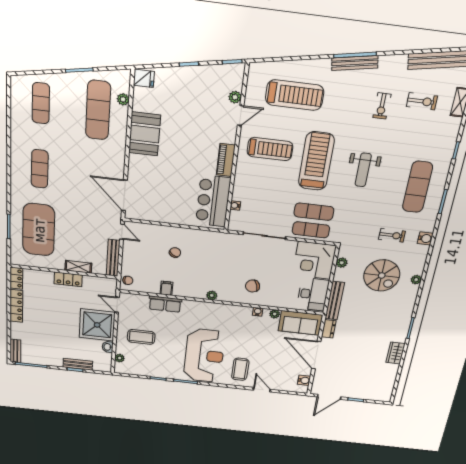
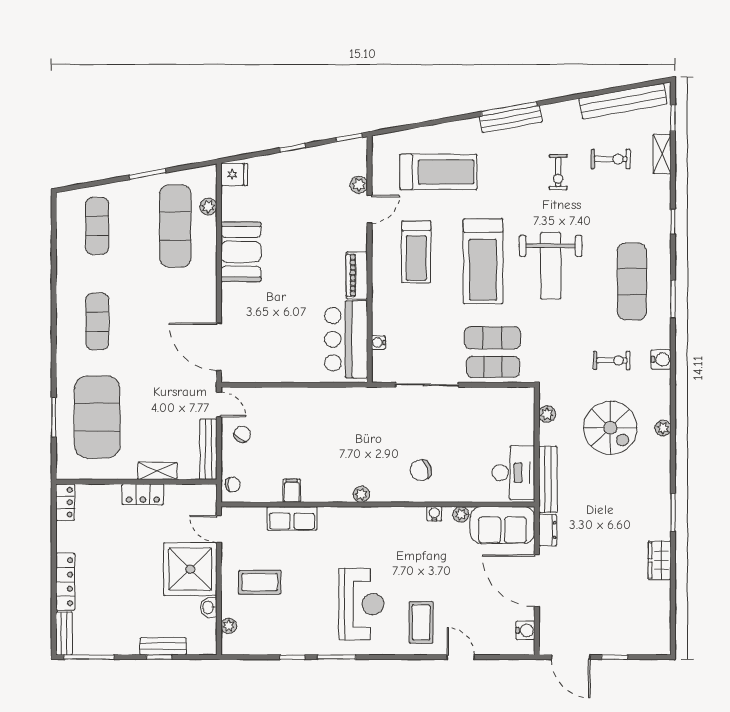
treadmill: (270, 149) -> (416, 252), turned 90
treadmill: (316, 161) -> (483, 261), turned 180
weight bench: (363, 170) -> (551, 266), width x1.36, depth x1.33
chair: (175, 252) -> (242, 434), moved
corner desk: (314, 260) -> (506, 415), removed
locker: (16, 306) -> (65, 582), moved
reception desk: (204, 356) -> (361, 604), width x0.74, depth x0.77
door: (329, 397) -> (571, 657), hinge flipped

